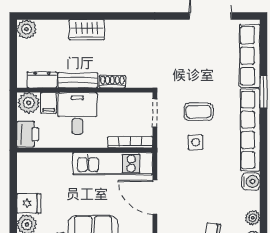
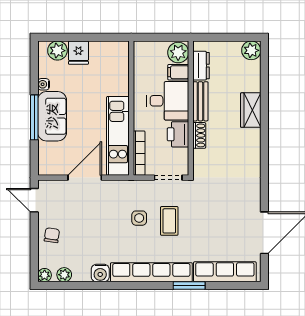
printer: (28, 134) -> (178, 134), moved, turned 90

